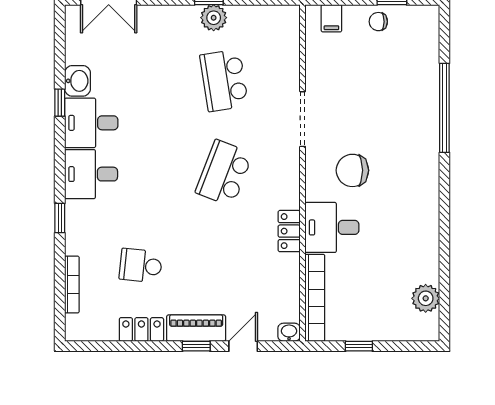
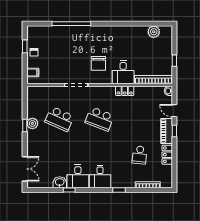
school desk: (224, 80) -> (59, 119), turned 33

